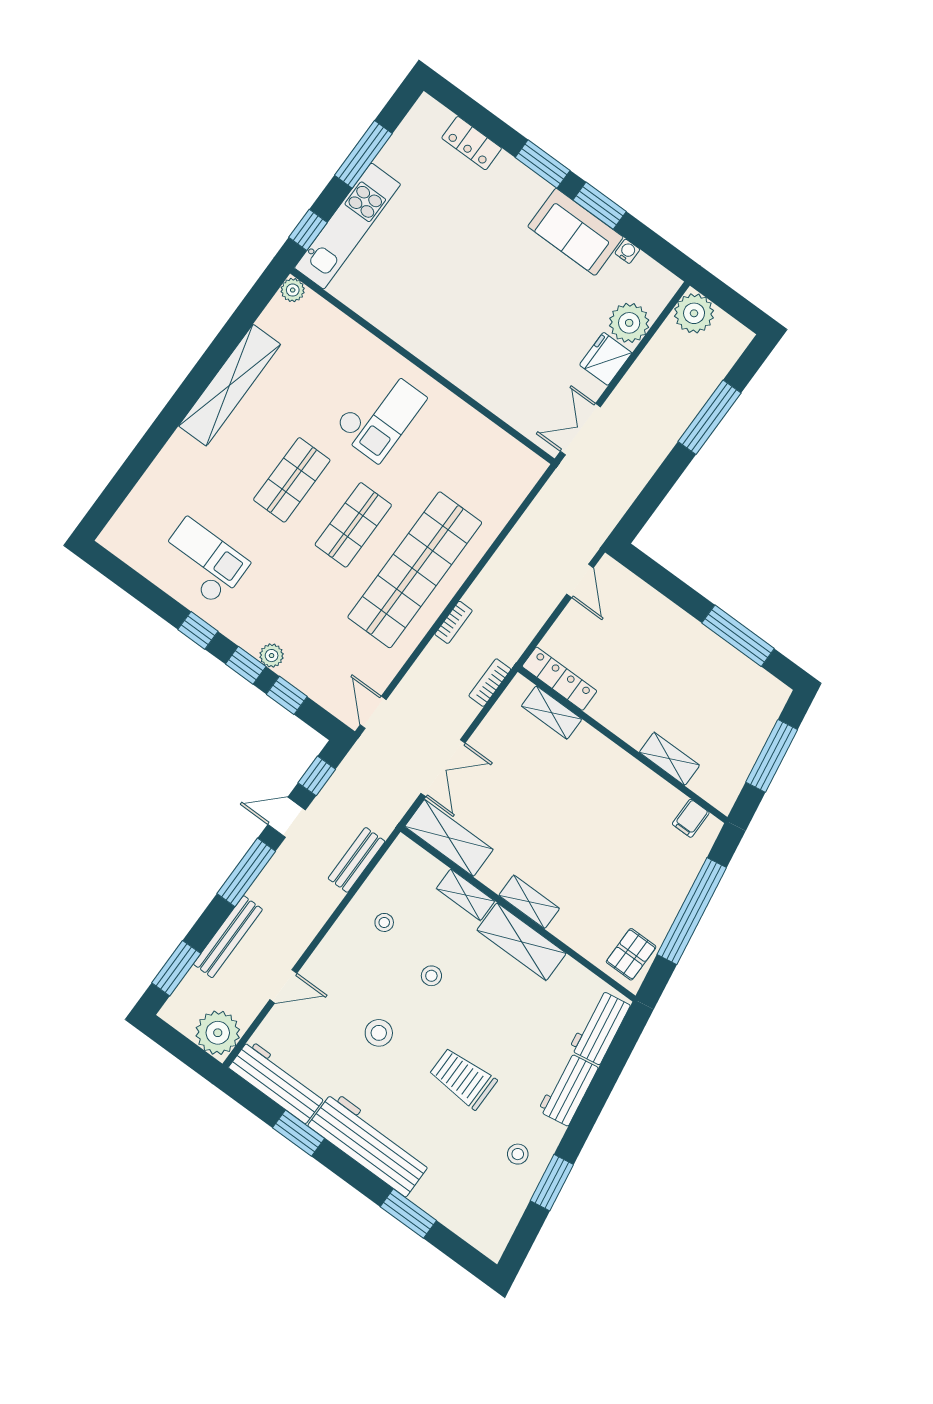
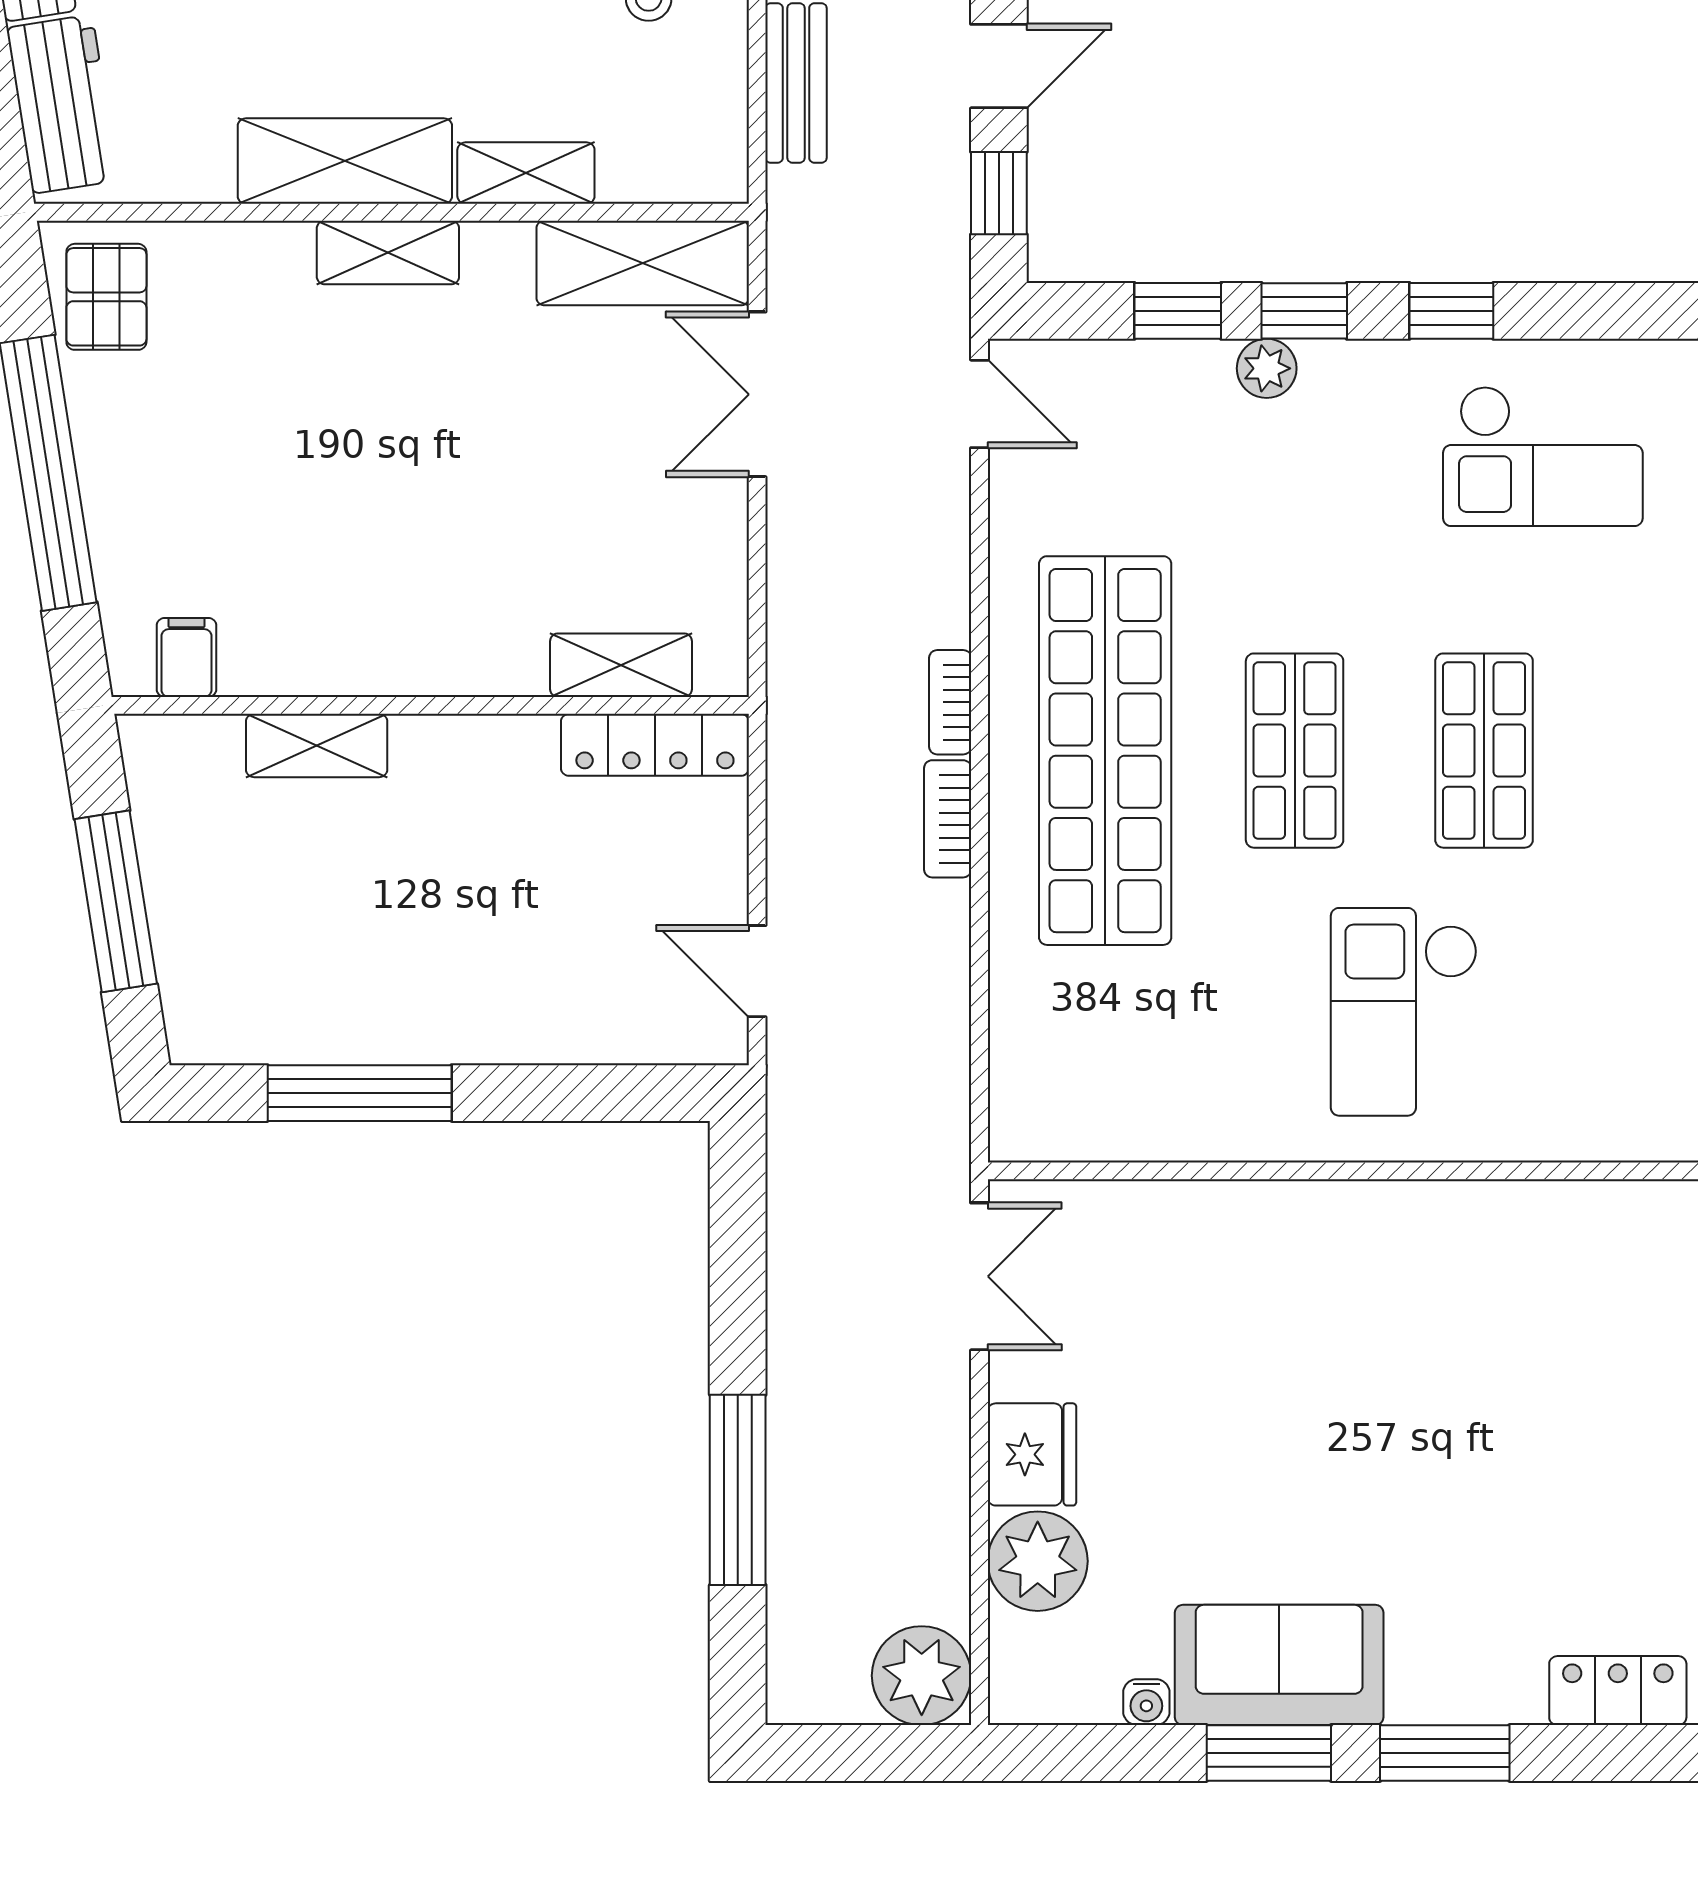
bookcase: (490, 683) -> (948, 819), moved, turned 180

